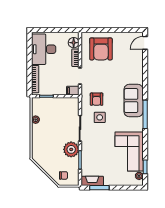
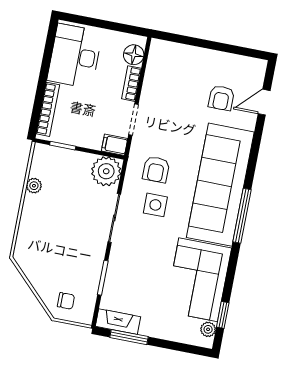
door: (145, 43) -> (264, 102), moved
armchair: (101, 49) -> (221, 98), moved, width x0.53, depth x0.53
sofa: (134, 101) -> (220, 185), width x1.85, depth x1.27
plant: (71, 149) -> (106, 171), moved

